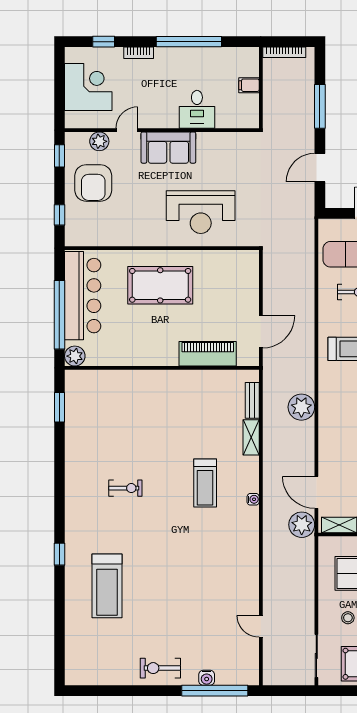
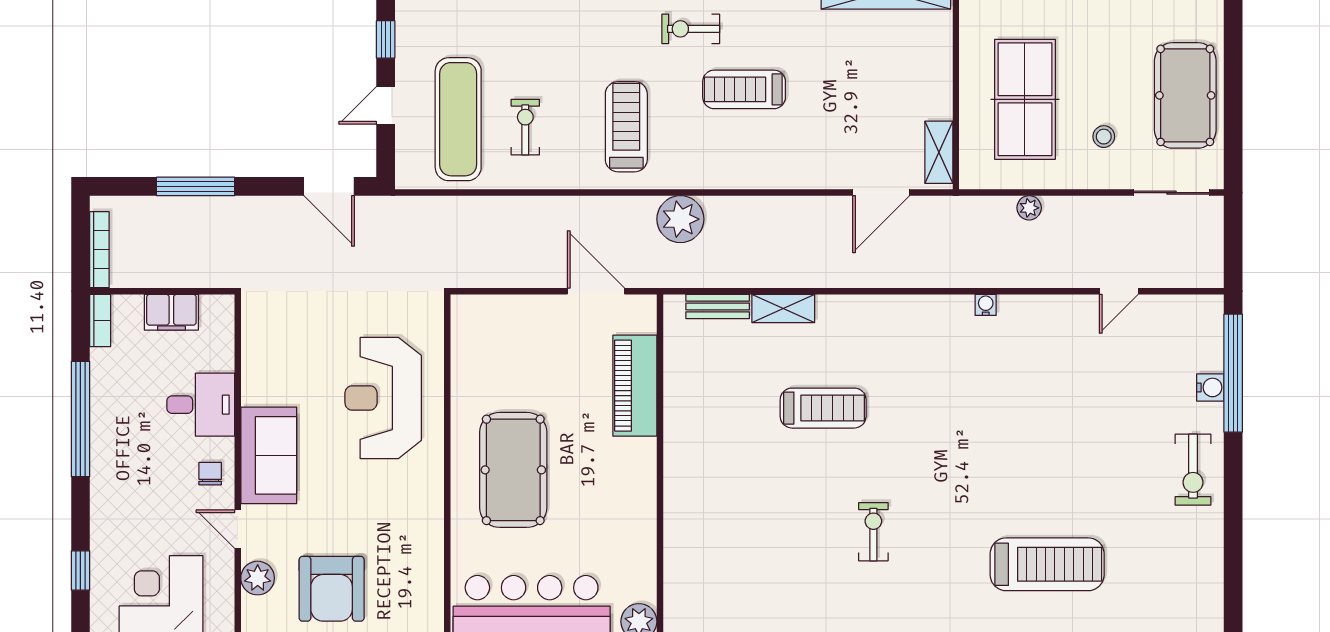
bookcase: (139, 53) -> (100, 320), moved
filing cabinet: (249, 85) -> (171, 312), width x2.00
chair: (158, 115) -> (210, 474), added
door: (320, 168) -> (329, 186), moved
armchair: (93, 183) -> (332, 589), turned 90
reception desk: (201, 212) -> (383, 398), turned 180
plant: (301, 407) -> (680, 219), moved
treadmill: (205, 483) -> (823, 408), moved
water cooler: (253, 499) -> (986, 305), moved
plant: (302, 525) -> (1029, 208), moved, width x0.53, depth x0.53

